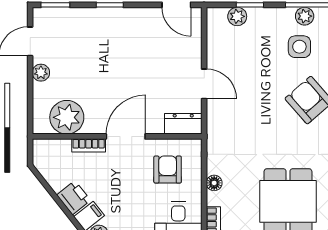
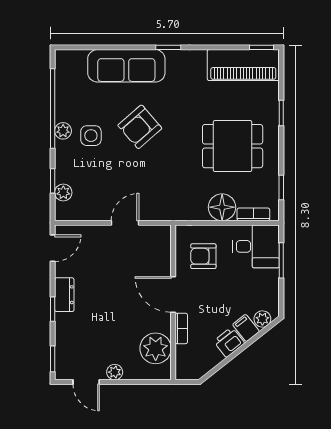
dresser: (183, 124) -> (64, 295), moved, turned 180
floor lamp: (214, 183) -> (222, 207), width x1.89, depth x1.89

